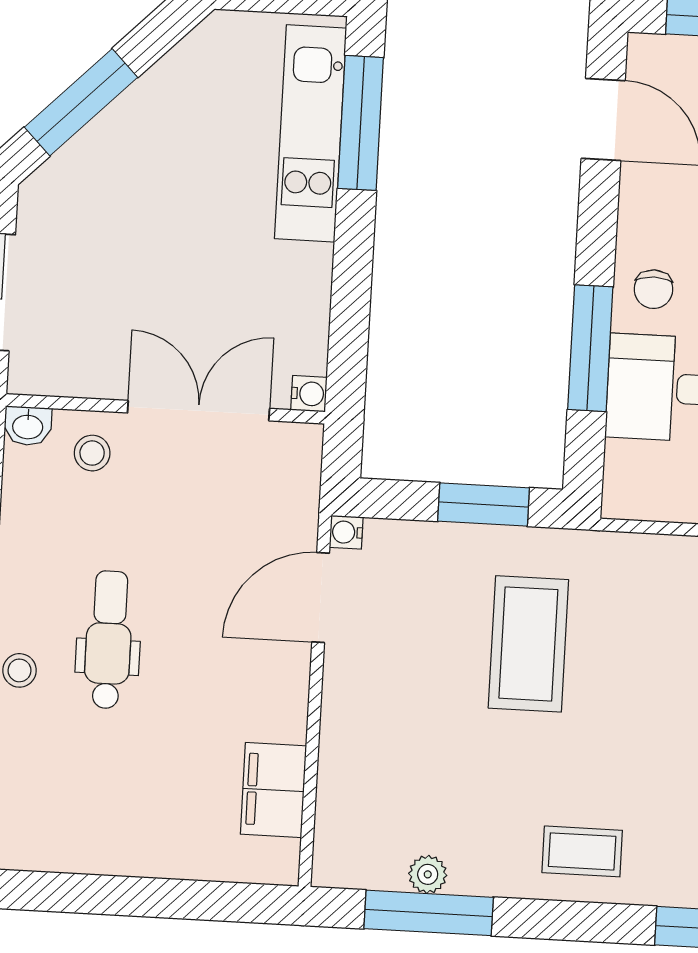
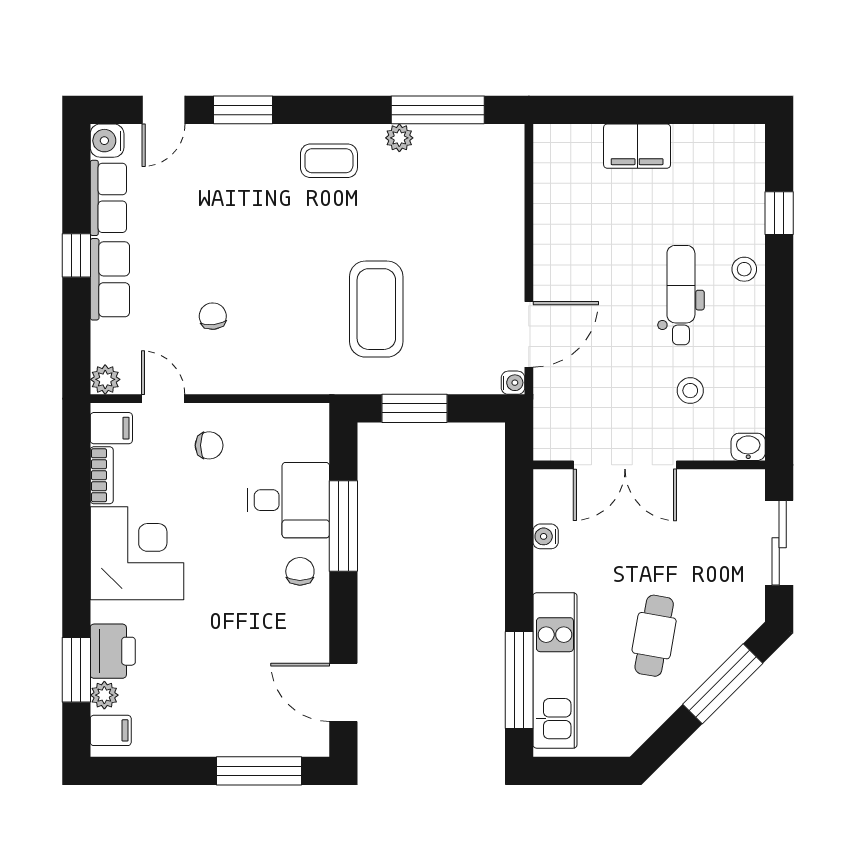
cafe table: (172, 174) -> (654, 636), added
water cooler: (309, 394) -> (546, 536), moved
stool: (92, 453) -> (690, 391), moved
dental chair: (109, 640) -> (681, 295), turned 180
filing cabinet: (273, 790) -> (637, 146), moved, turned 90
plant: (428, 874) -> (399, 138), moved

